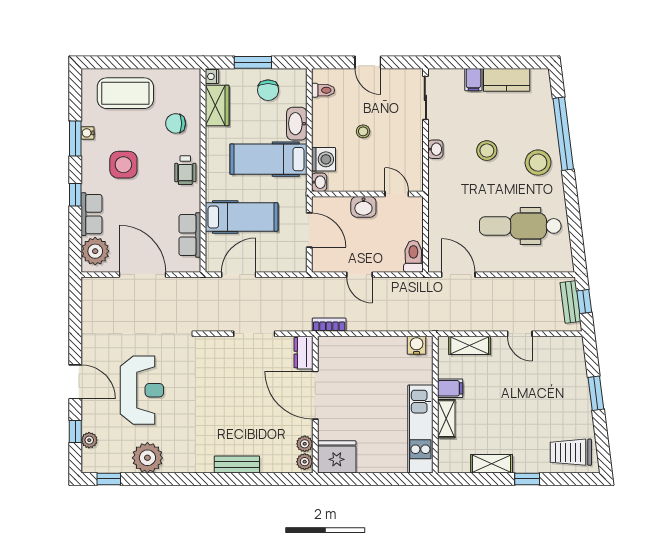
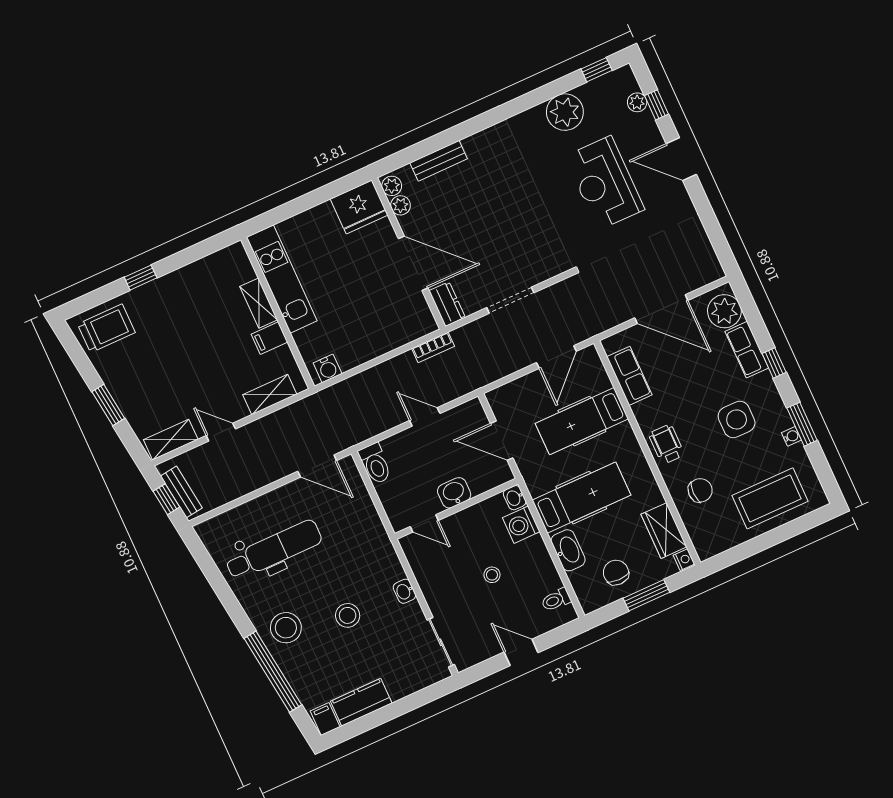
filing cabinet: (473, 80) -> (325, 719), moved
bench: (237, 464) -> (439, 161), moved
shelving: (492, 464) -> (171, 440), moved

